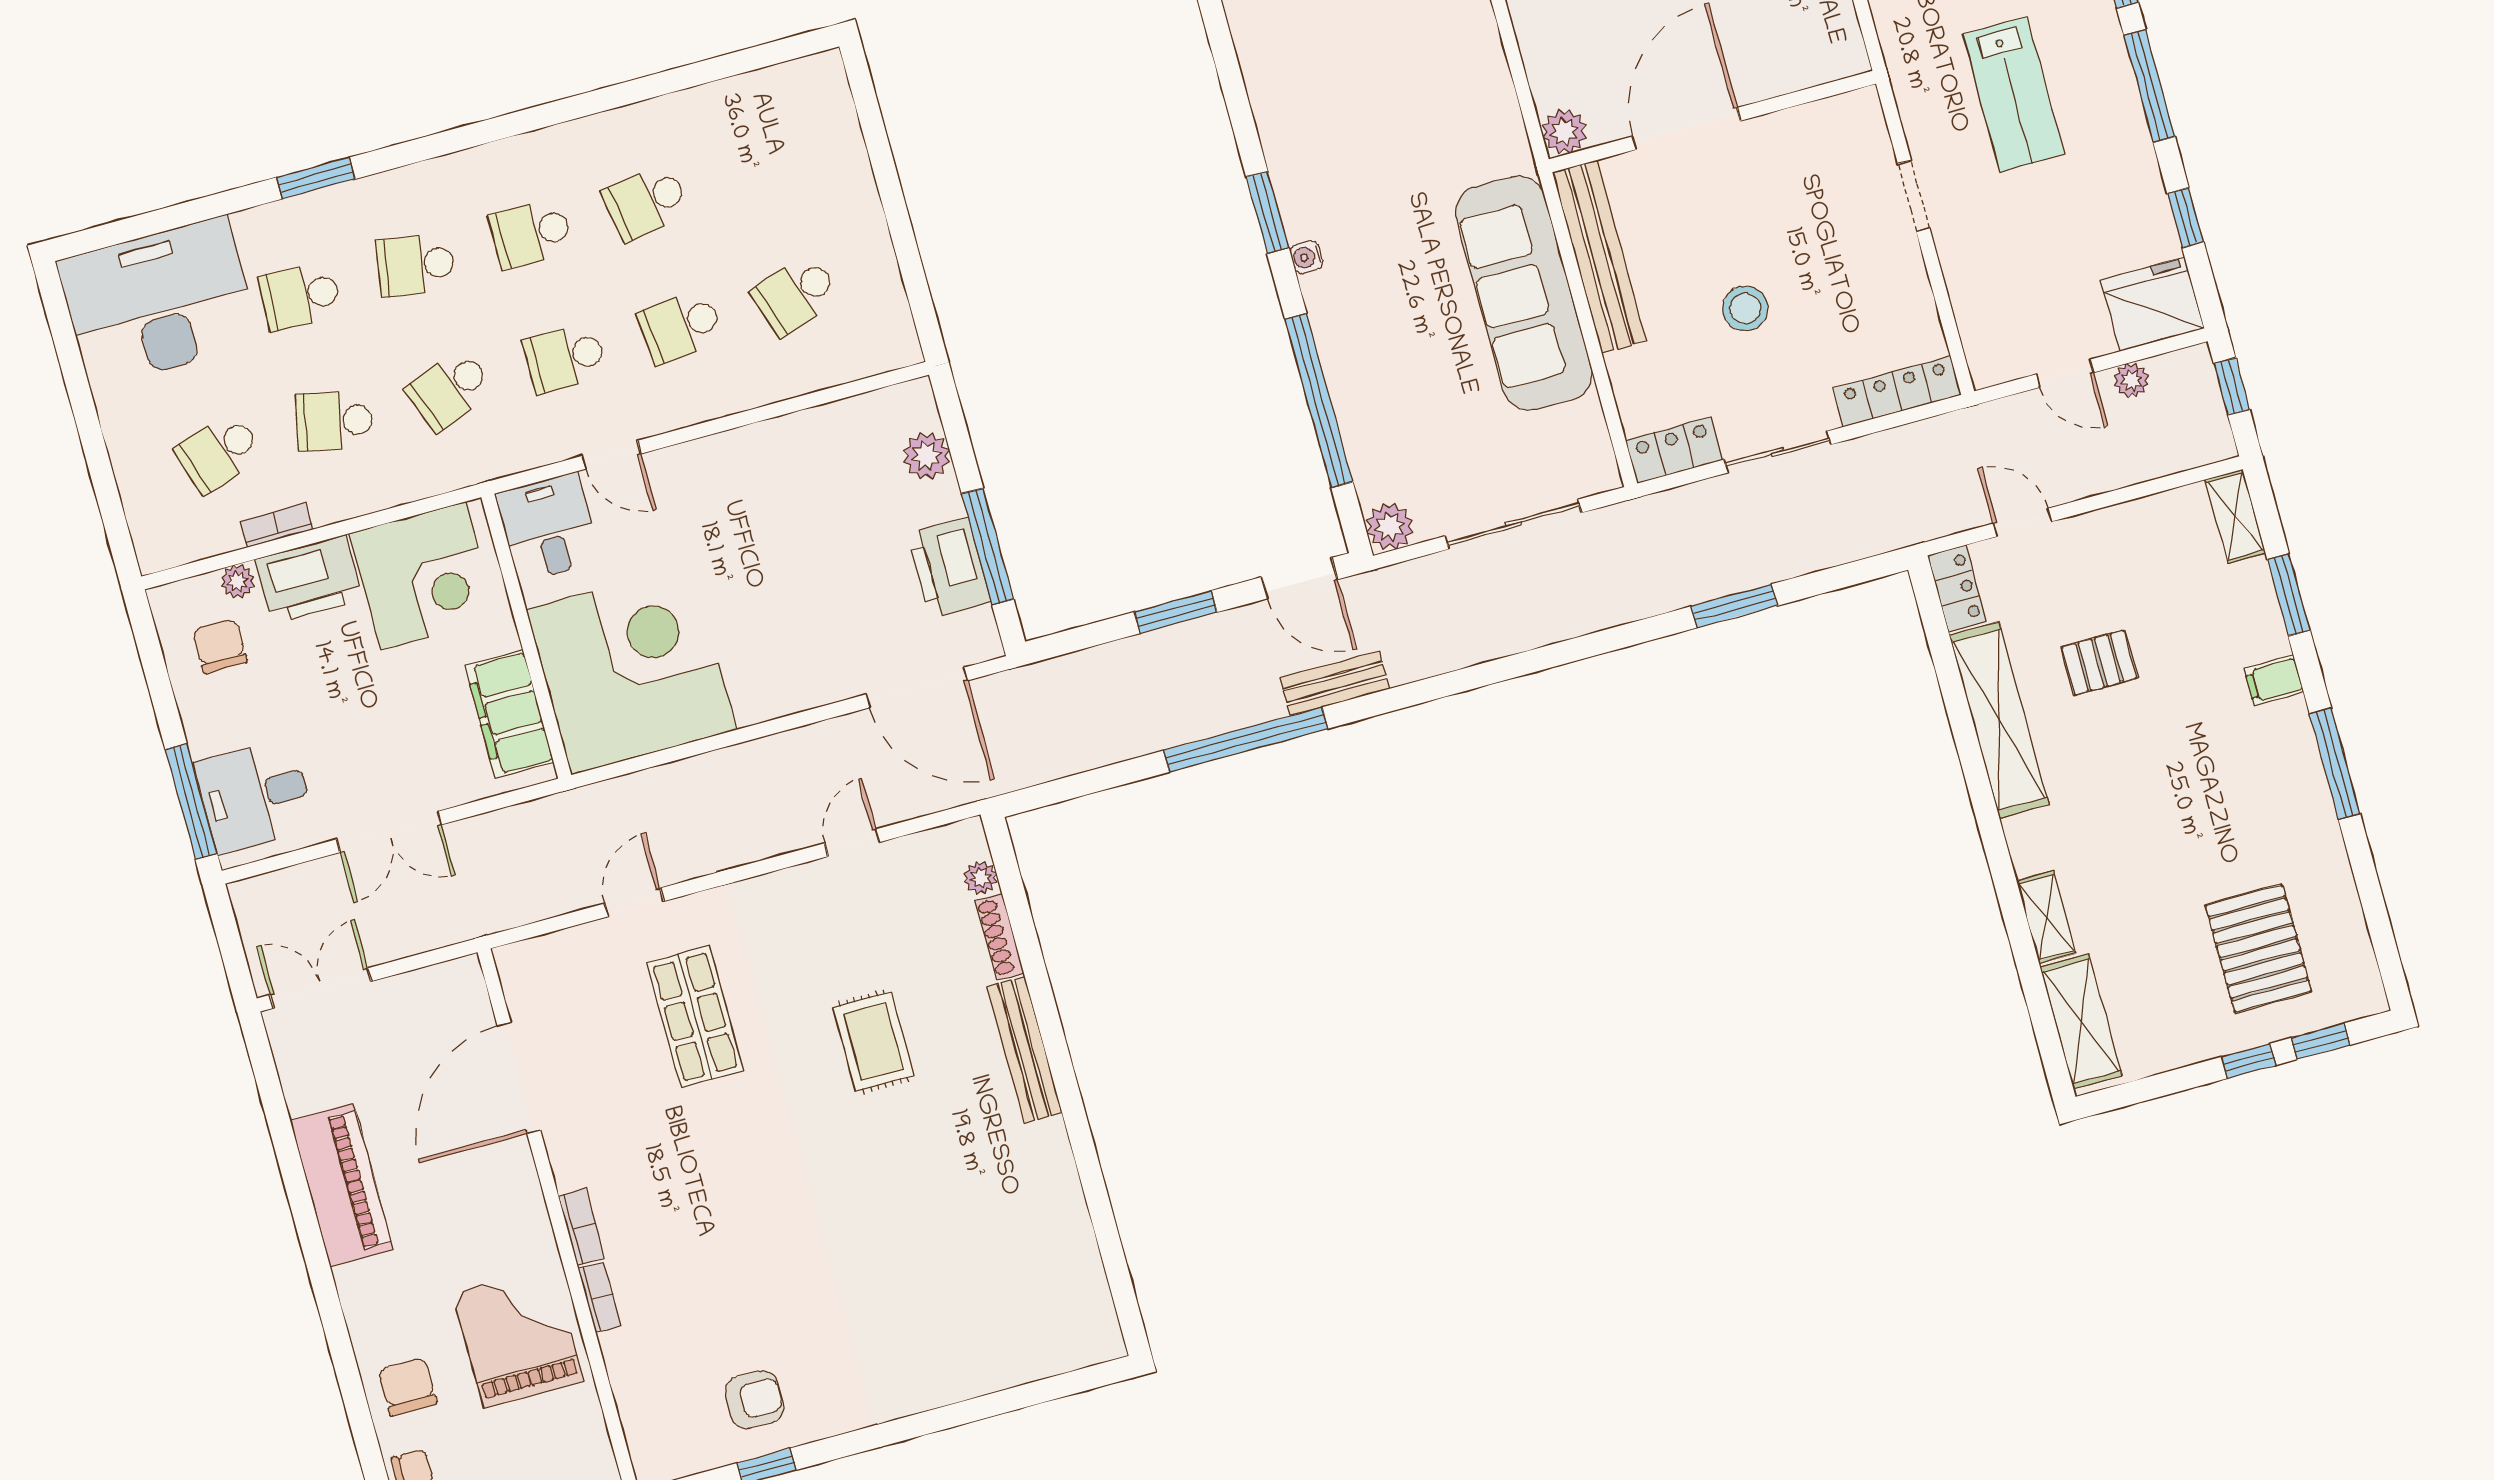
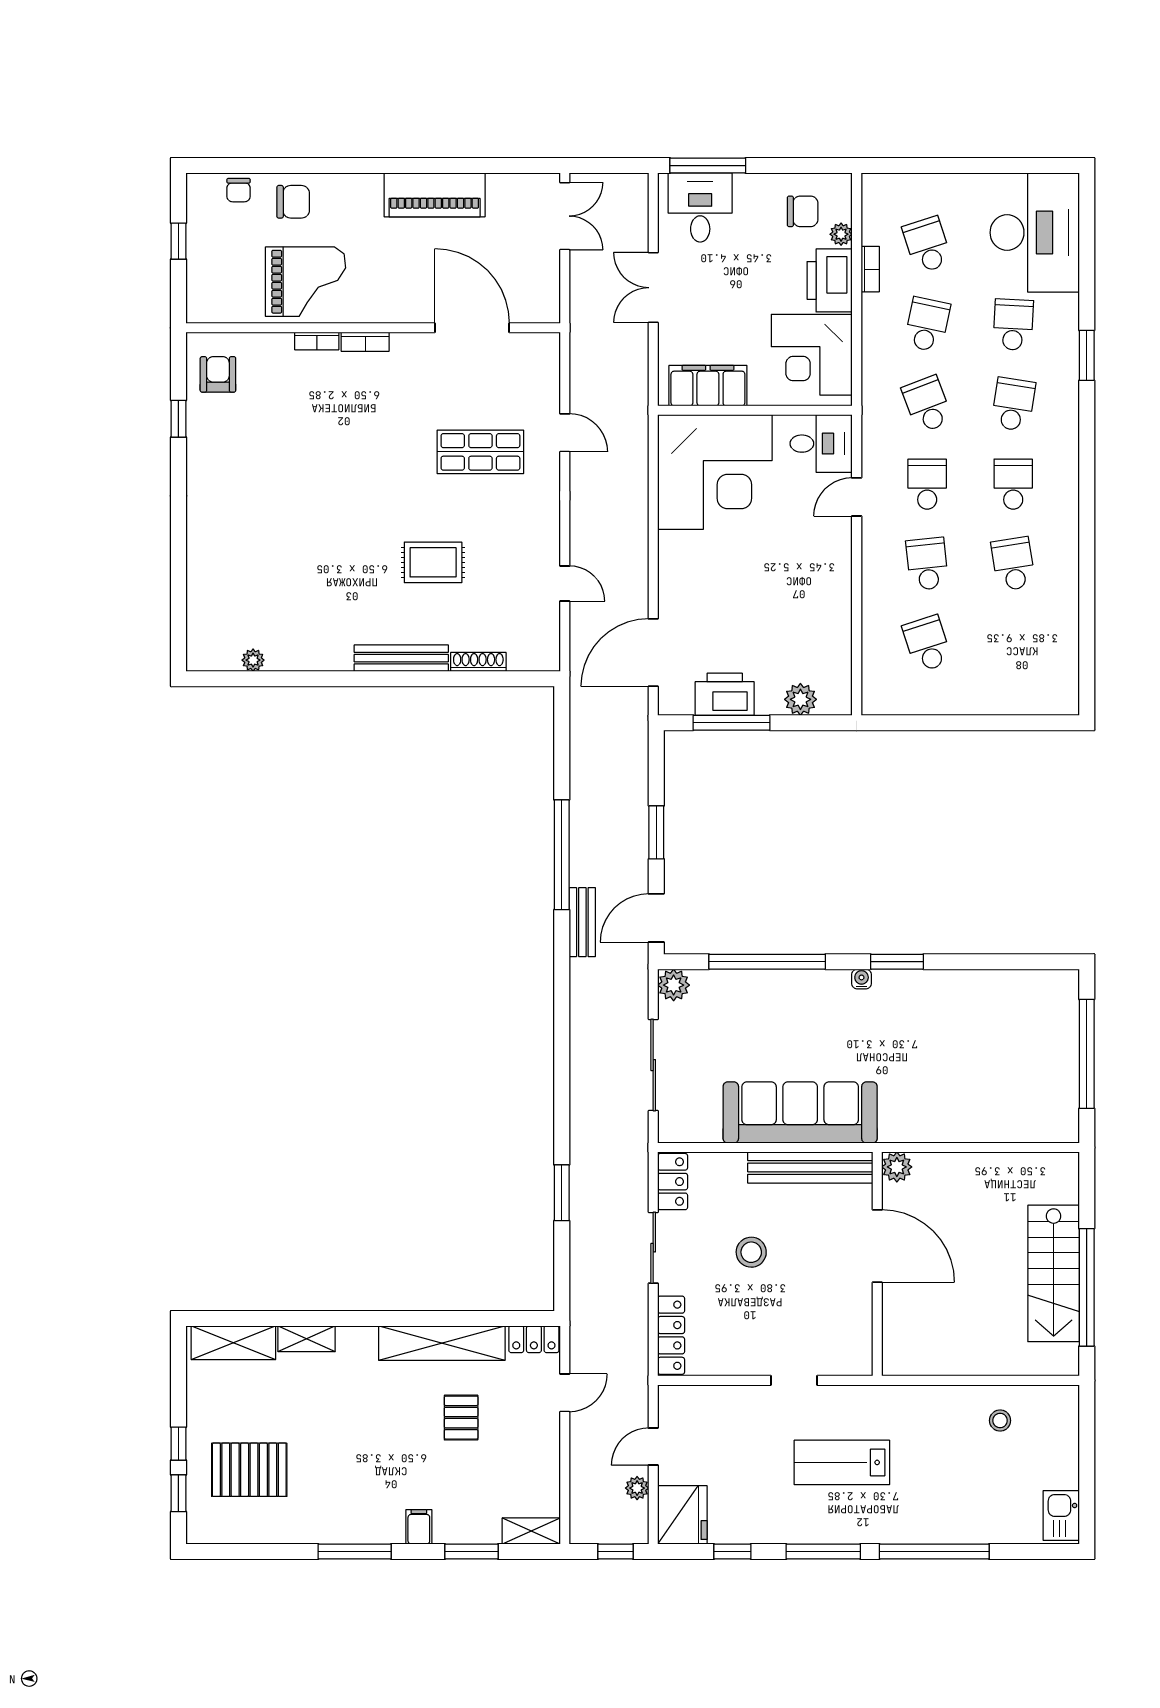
plant: (981, 878) -> (253, 660), moved
armchair: (755, 1400) -> (218, 374), moved, turned 180

